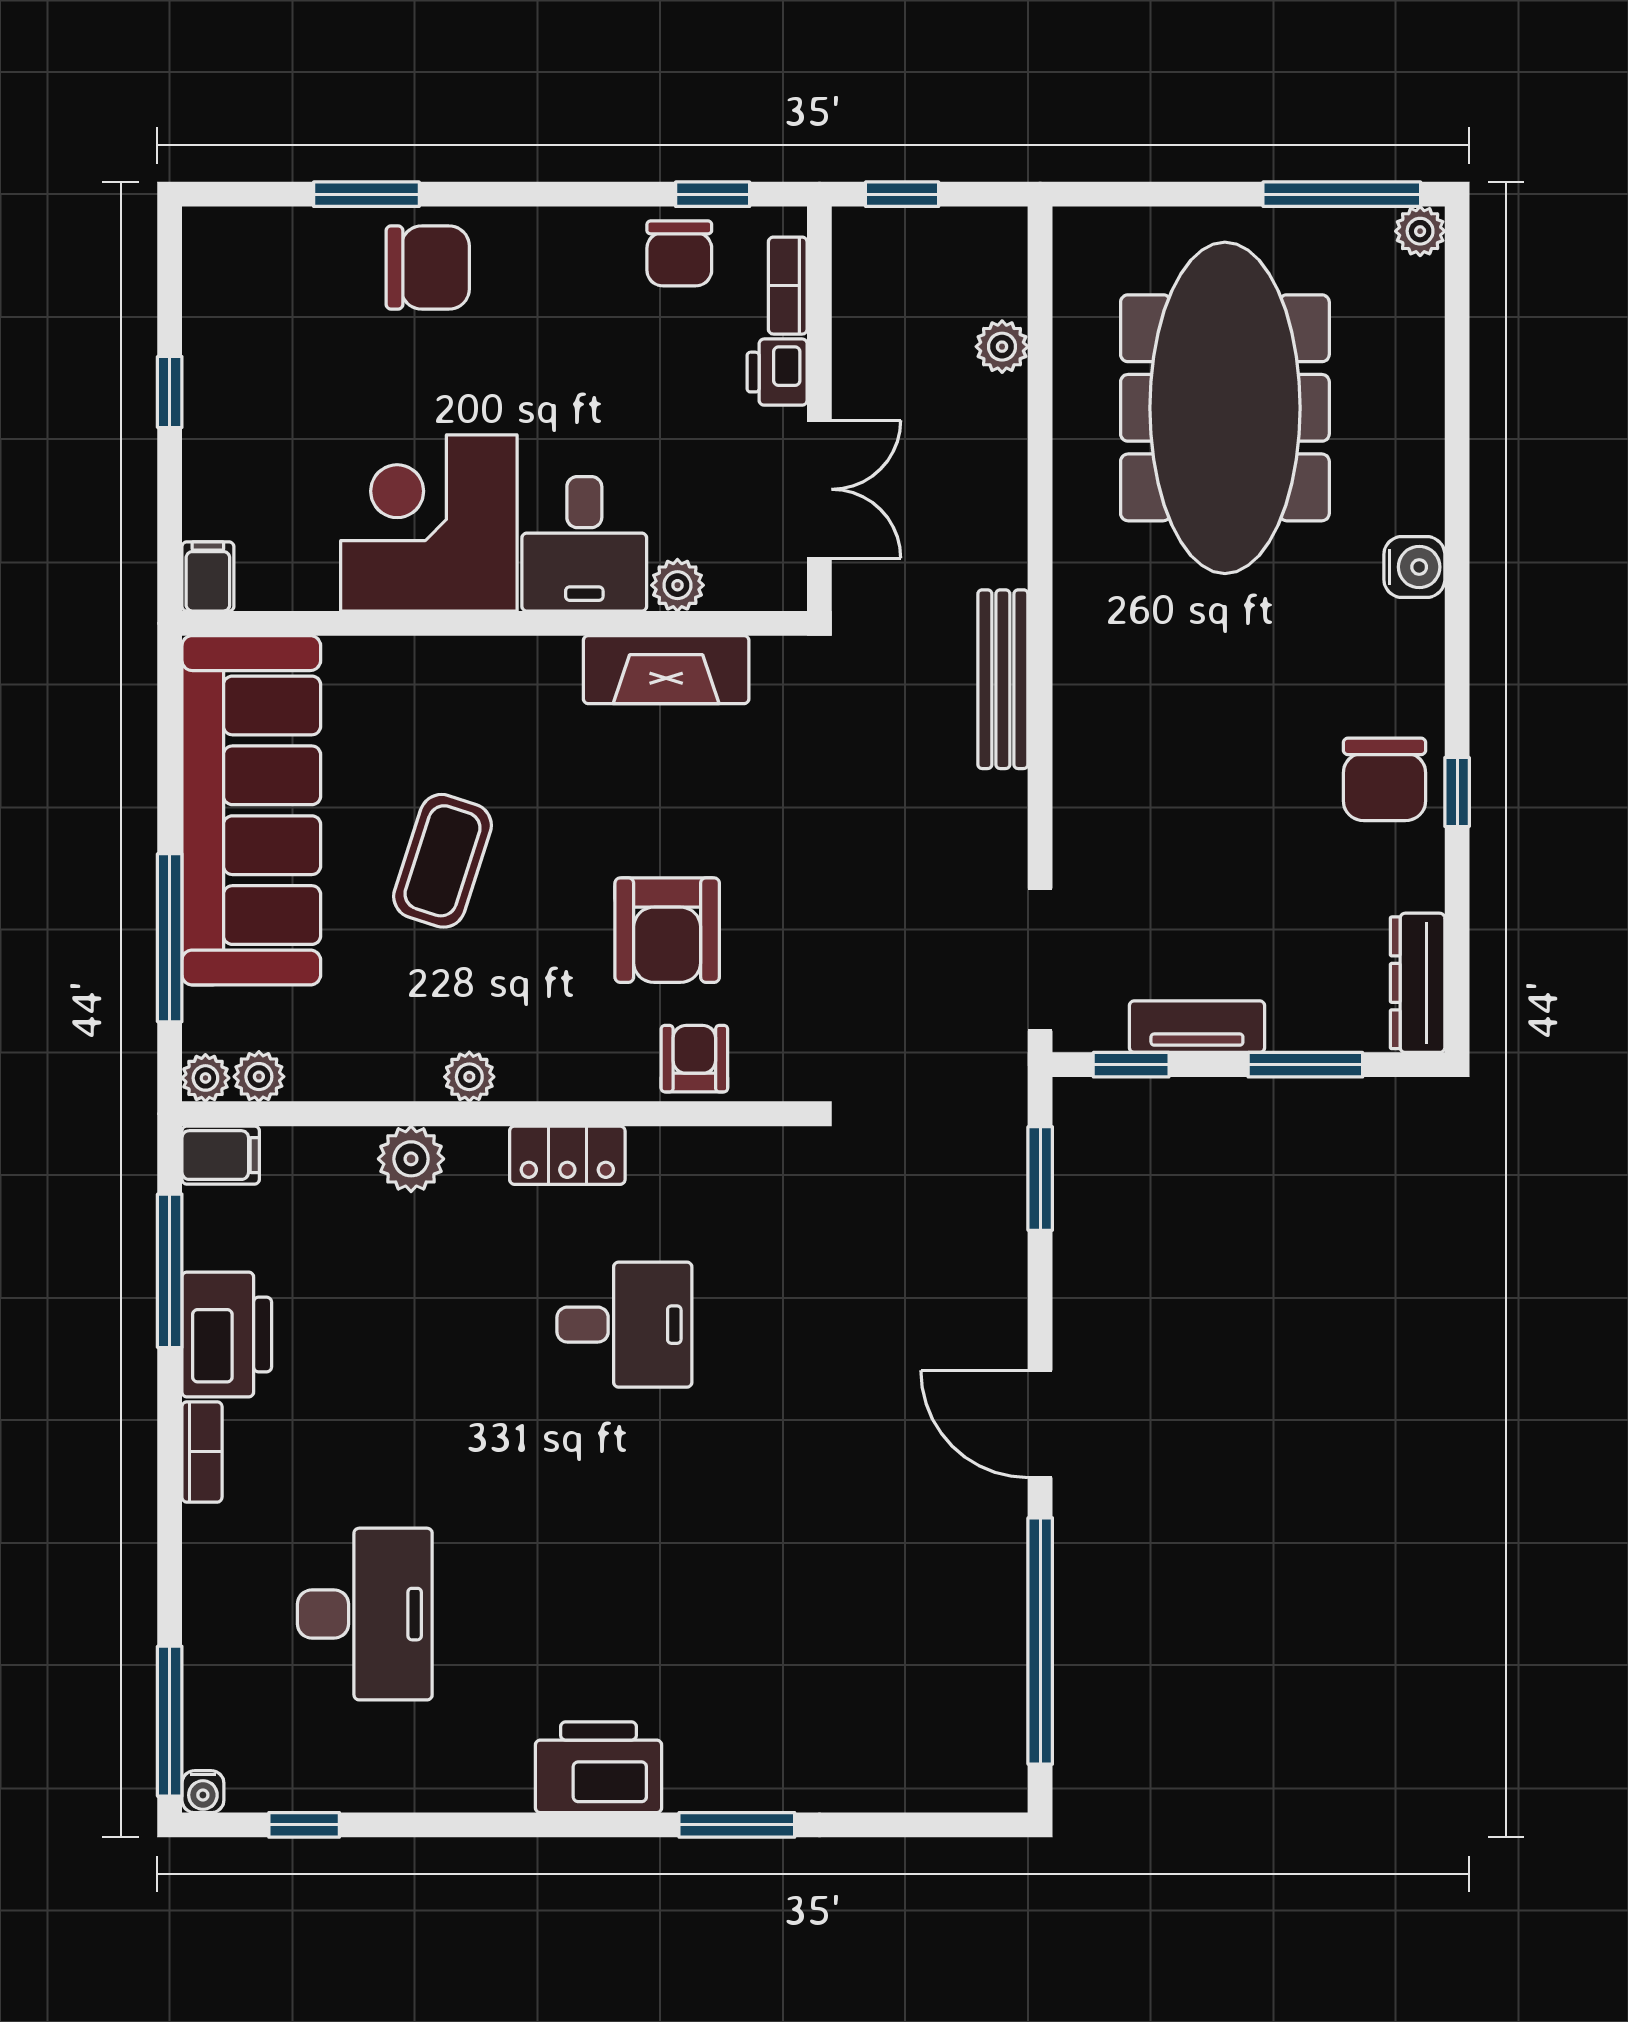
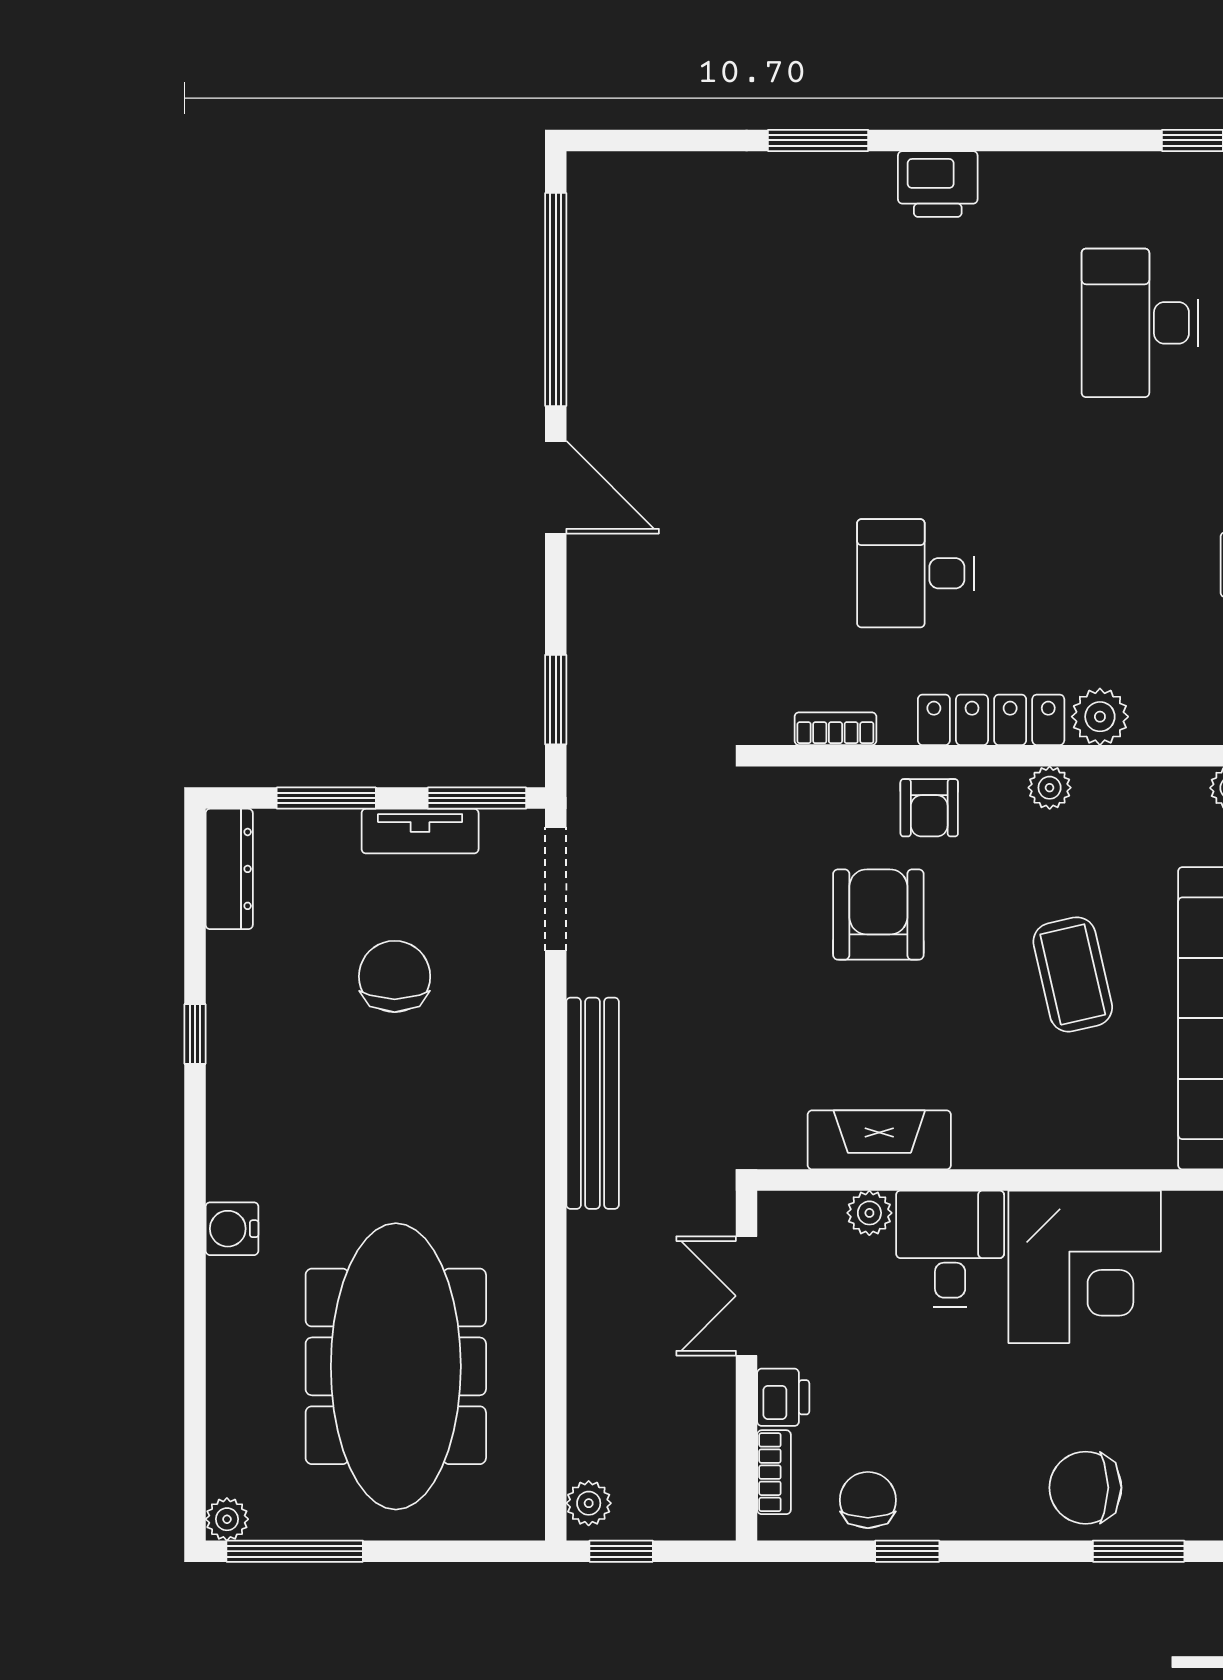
window: (713, 194) -> (907, 1551), moved
window: (902, 194) -> (621, 1551), moved
plant: (1002, 347) -> (589, 1503), moved
bench: (1003, 679) -> (593, 1103), width x1.37, depth x1.21
chair: (1385, 779) -> (395, 976), moved
coffee table: (443, 861) -> (1073, 974), turned -31
armchair: (694, 1059) -> (929, 808), moved
window: (1131, 1065) -> (477, 798), width x1.50
bookcase: (717, 1145) -> (835, 729), added
locker: (567, 1155) -> (991, 720), width x1.53
printer: (598, 1767) -> (938, 184), width x0.73, depth x0.84

